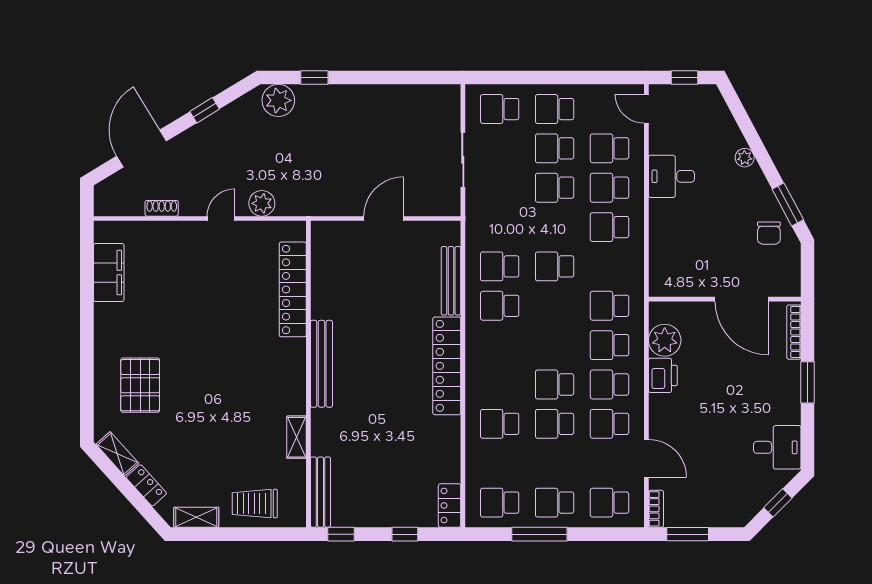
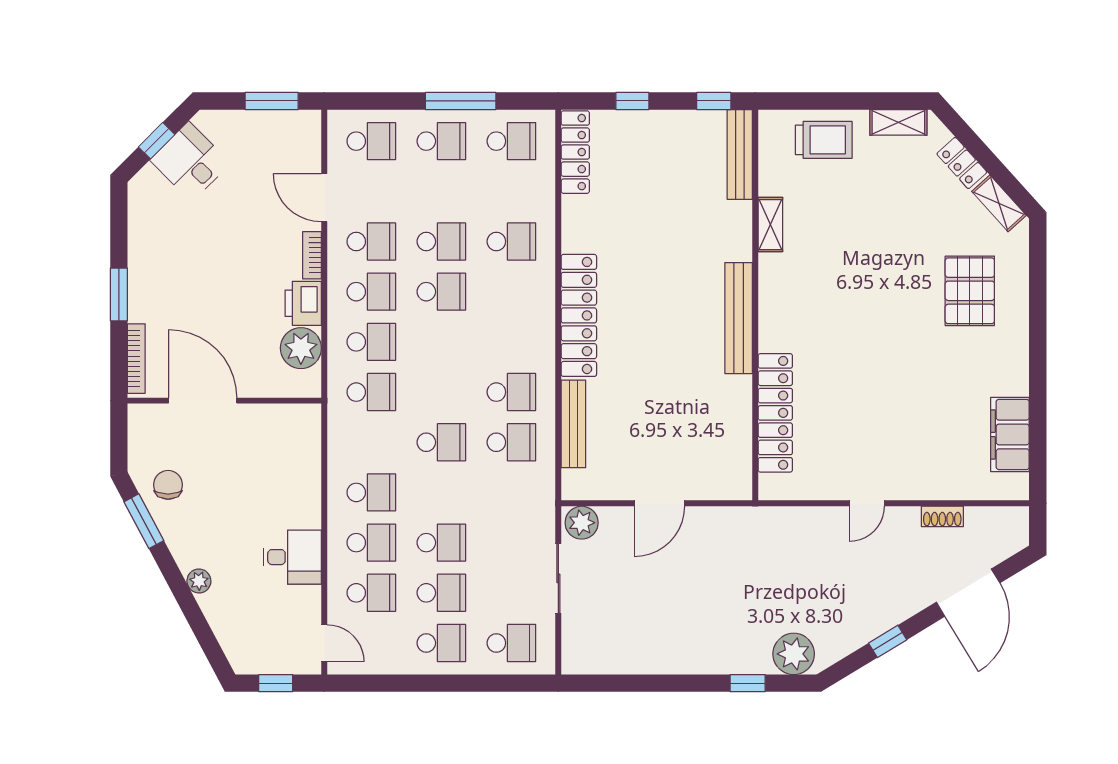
plant: (262, 203) -> (582, 523), moved
desk: (777, 447) -> (190, 162), moved, turned 45
locker: (450, 505) -> (575, 152), width x1.53
bookcase: (656, 509) -> (312, 255), moved

